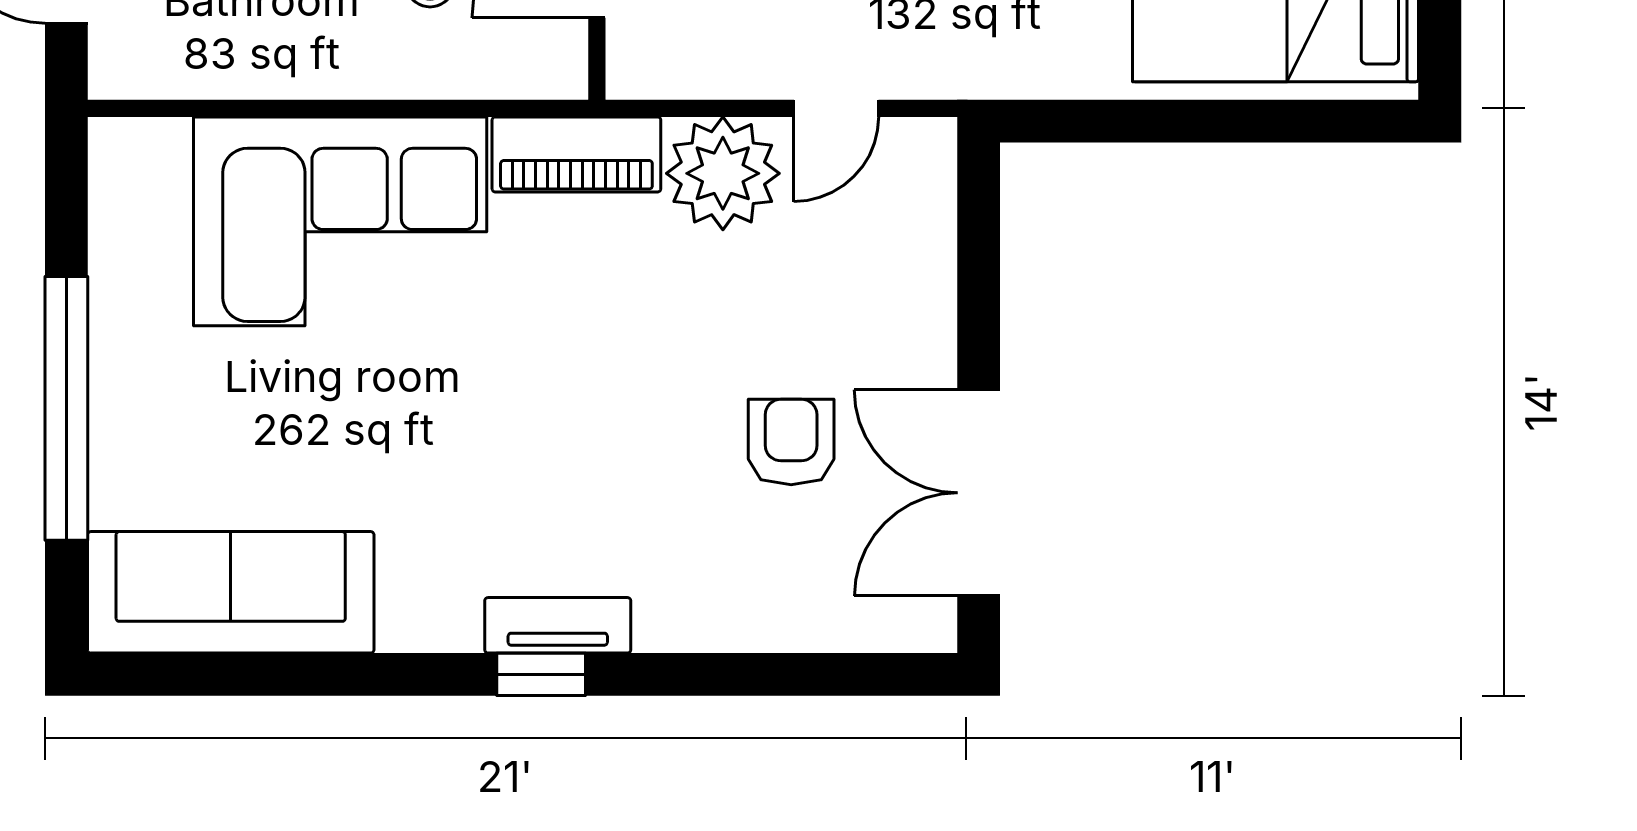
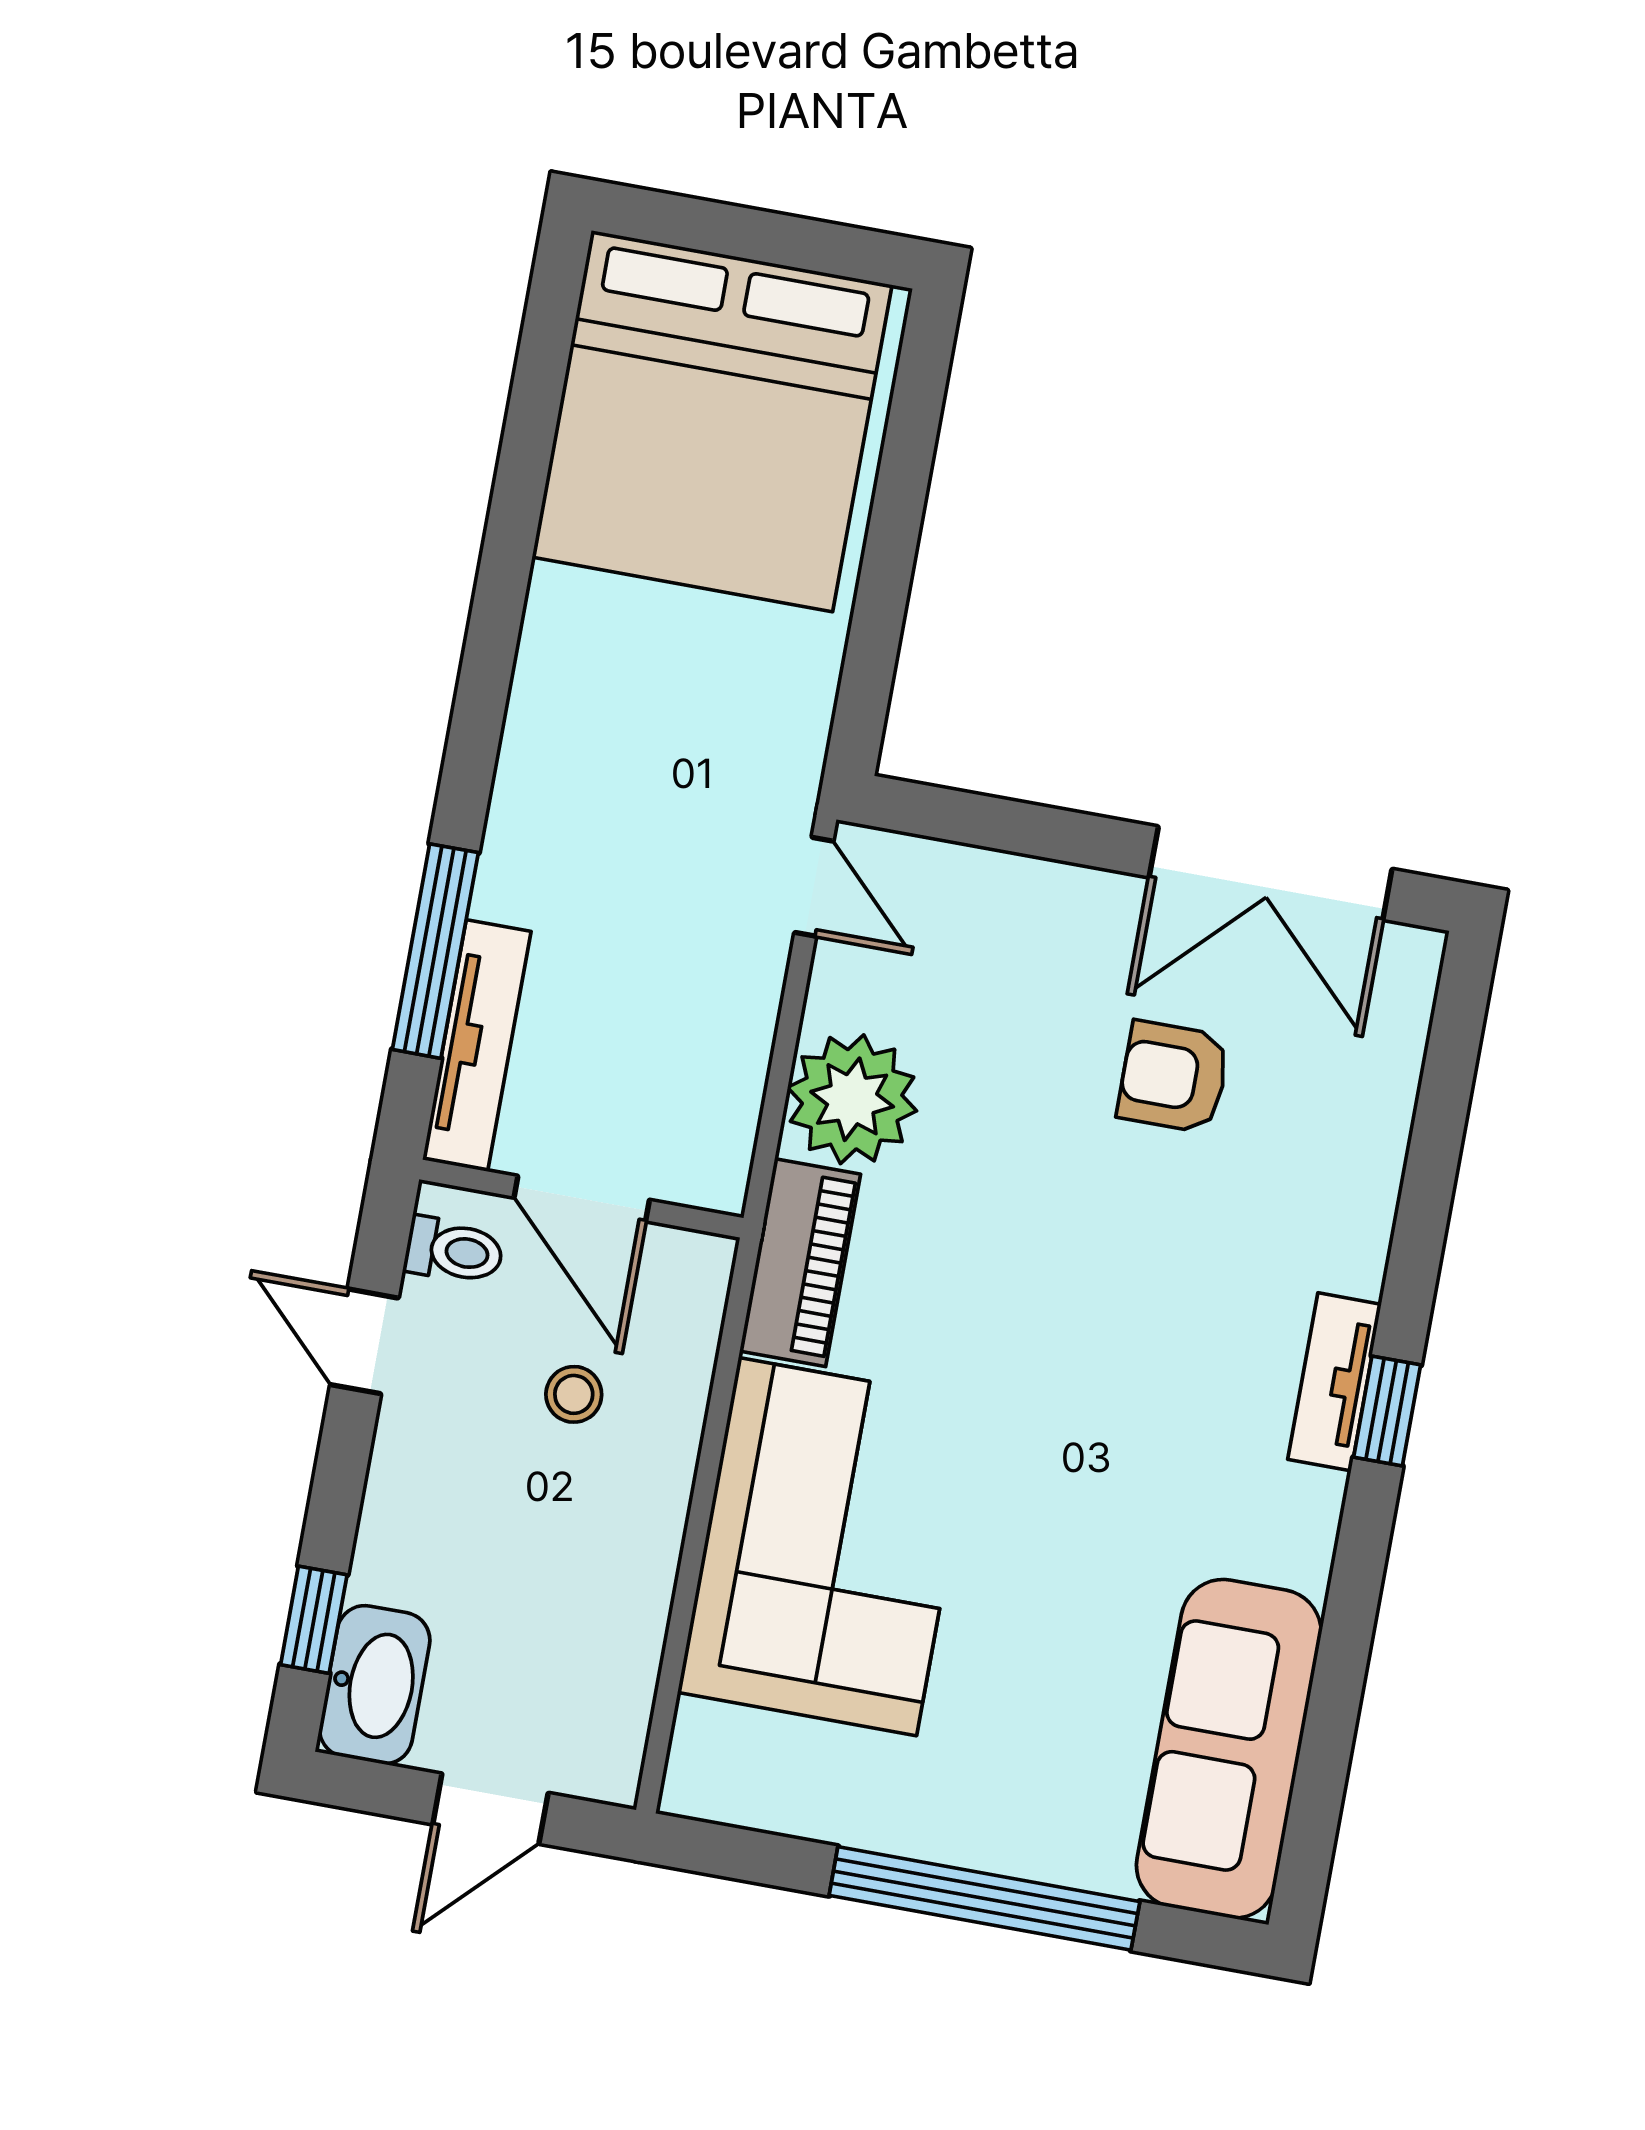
door: (836, 108) -> (814, 887), moved

